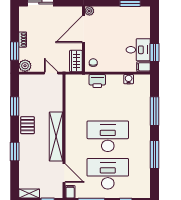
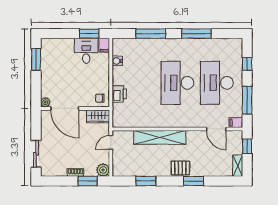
pallet: (27, 125) -> (180, 168), moved
shelving: (56, 137) -> (160, 137), moved
door: (64, 173) -> (216, 129), swing flipped

